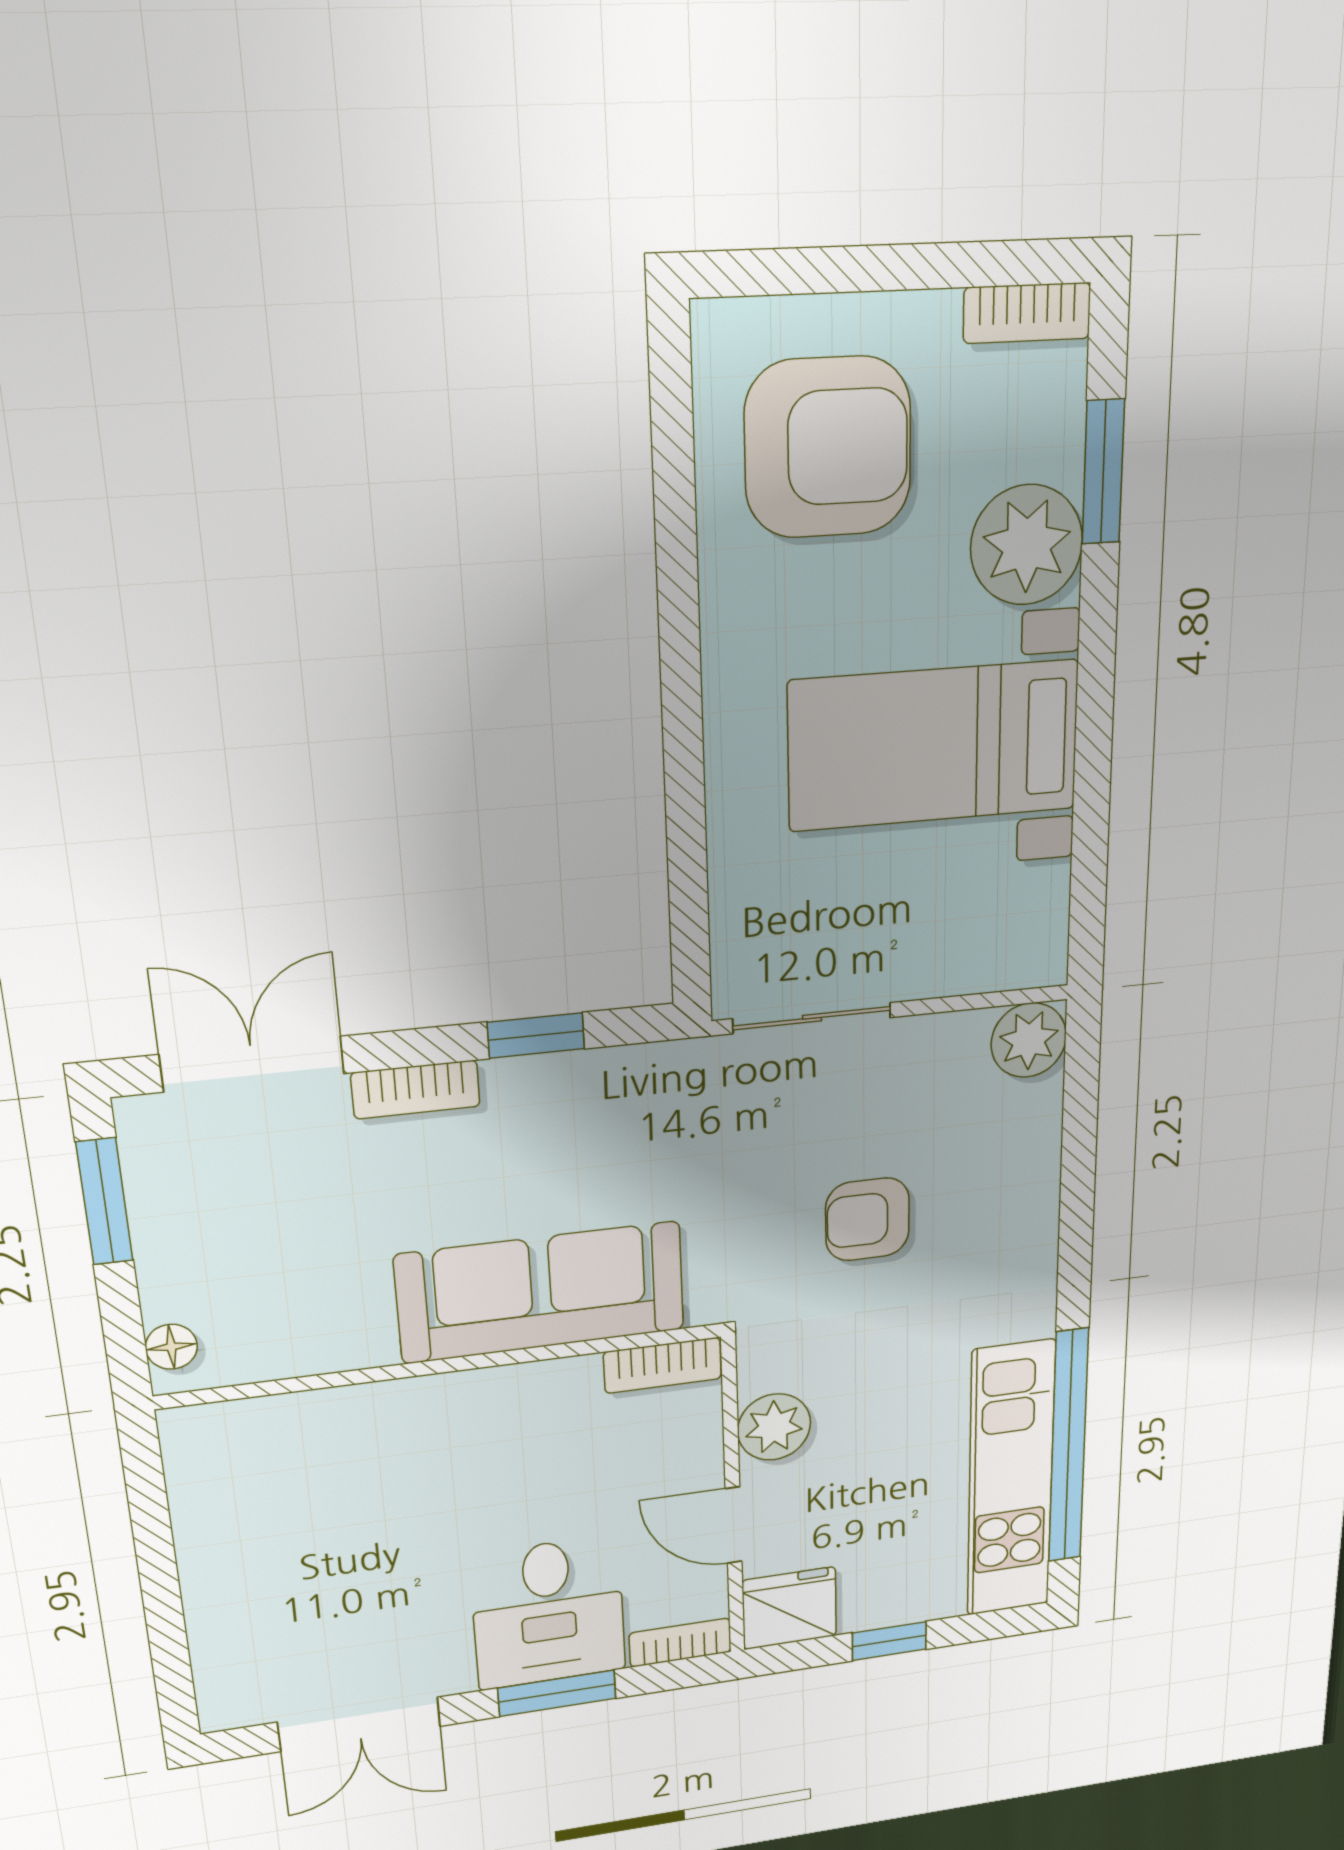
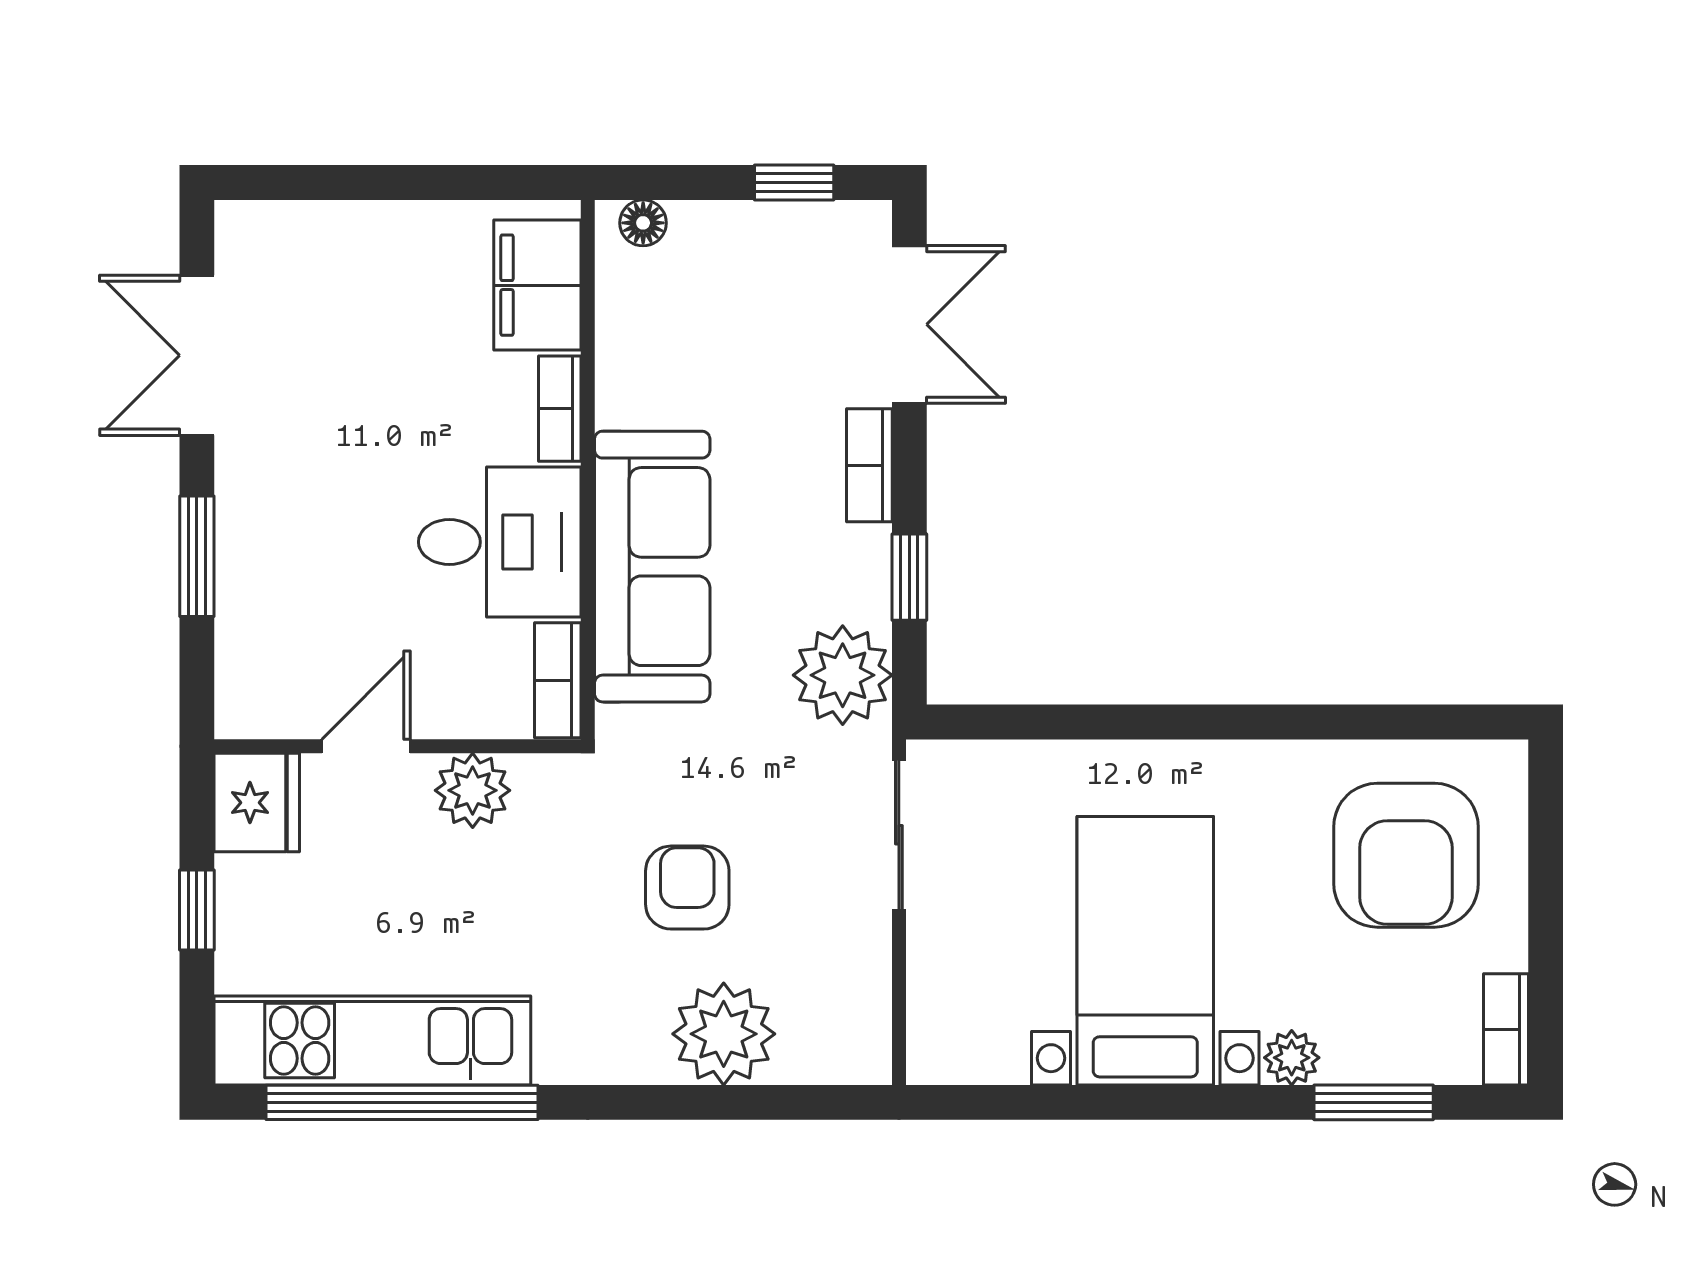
plant: (1027, 545) -> (1292, 1058), width x0.53, depth x0.53
plant: (1029, 1040) -> (724, 1034), moved, width x1.36, depth x1.36
plant: (646, 1093) -> (843, 675), added
window: (105, 1202) -> (794, 183), width x0.67
filing cabinet: (252, 1438) -> (537, 285), added
desk: (548, 1613) -> (500, 542), moved, turned 180
bookcase: (680, 1643) -> (560, 409), moved, turned 180

